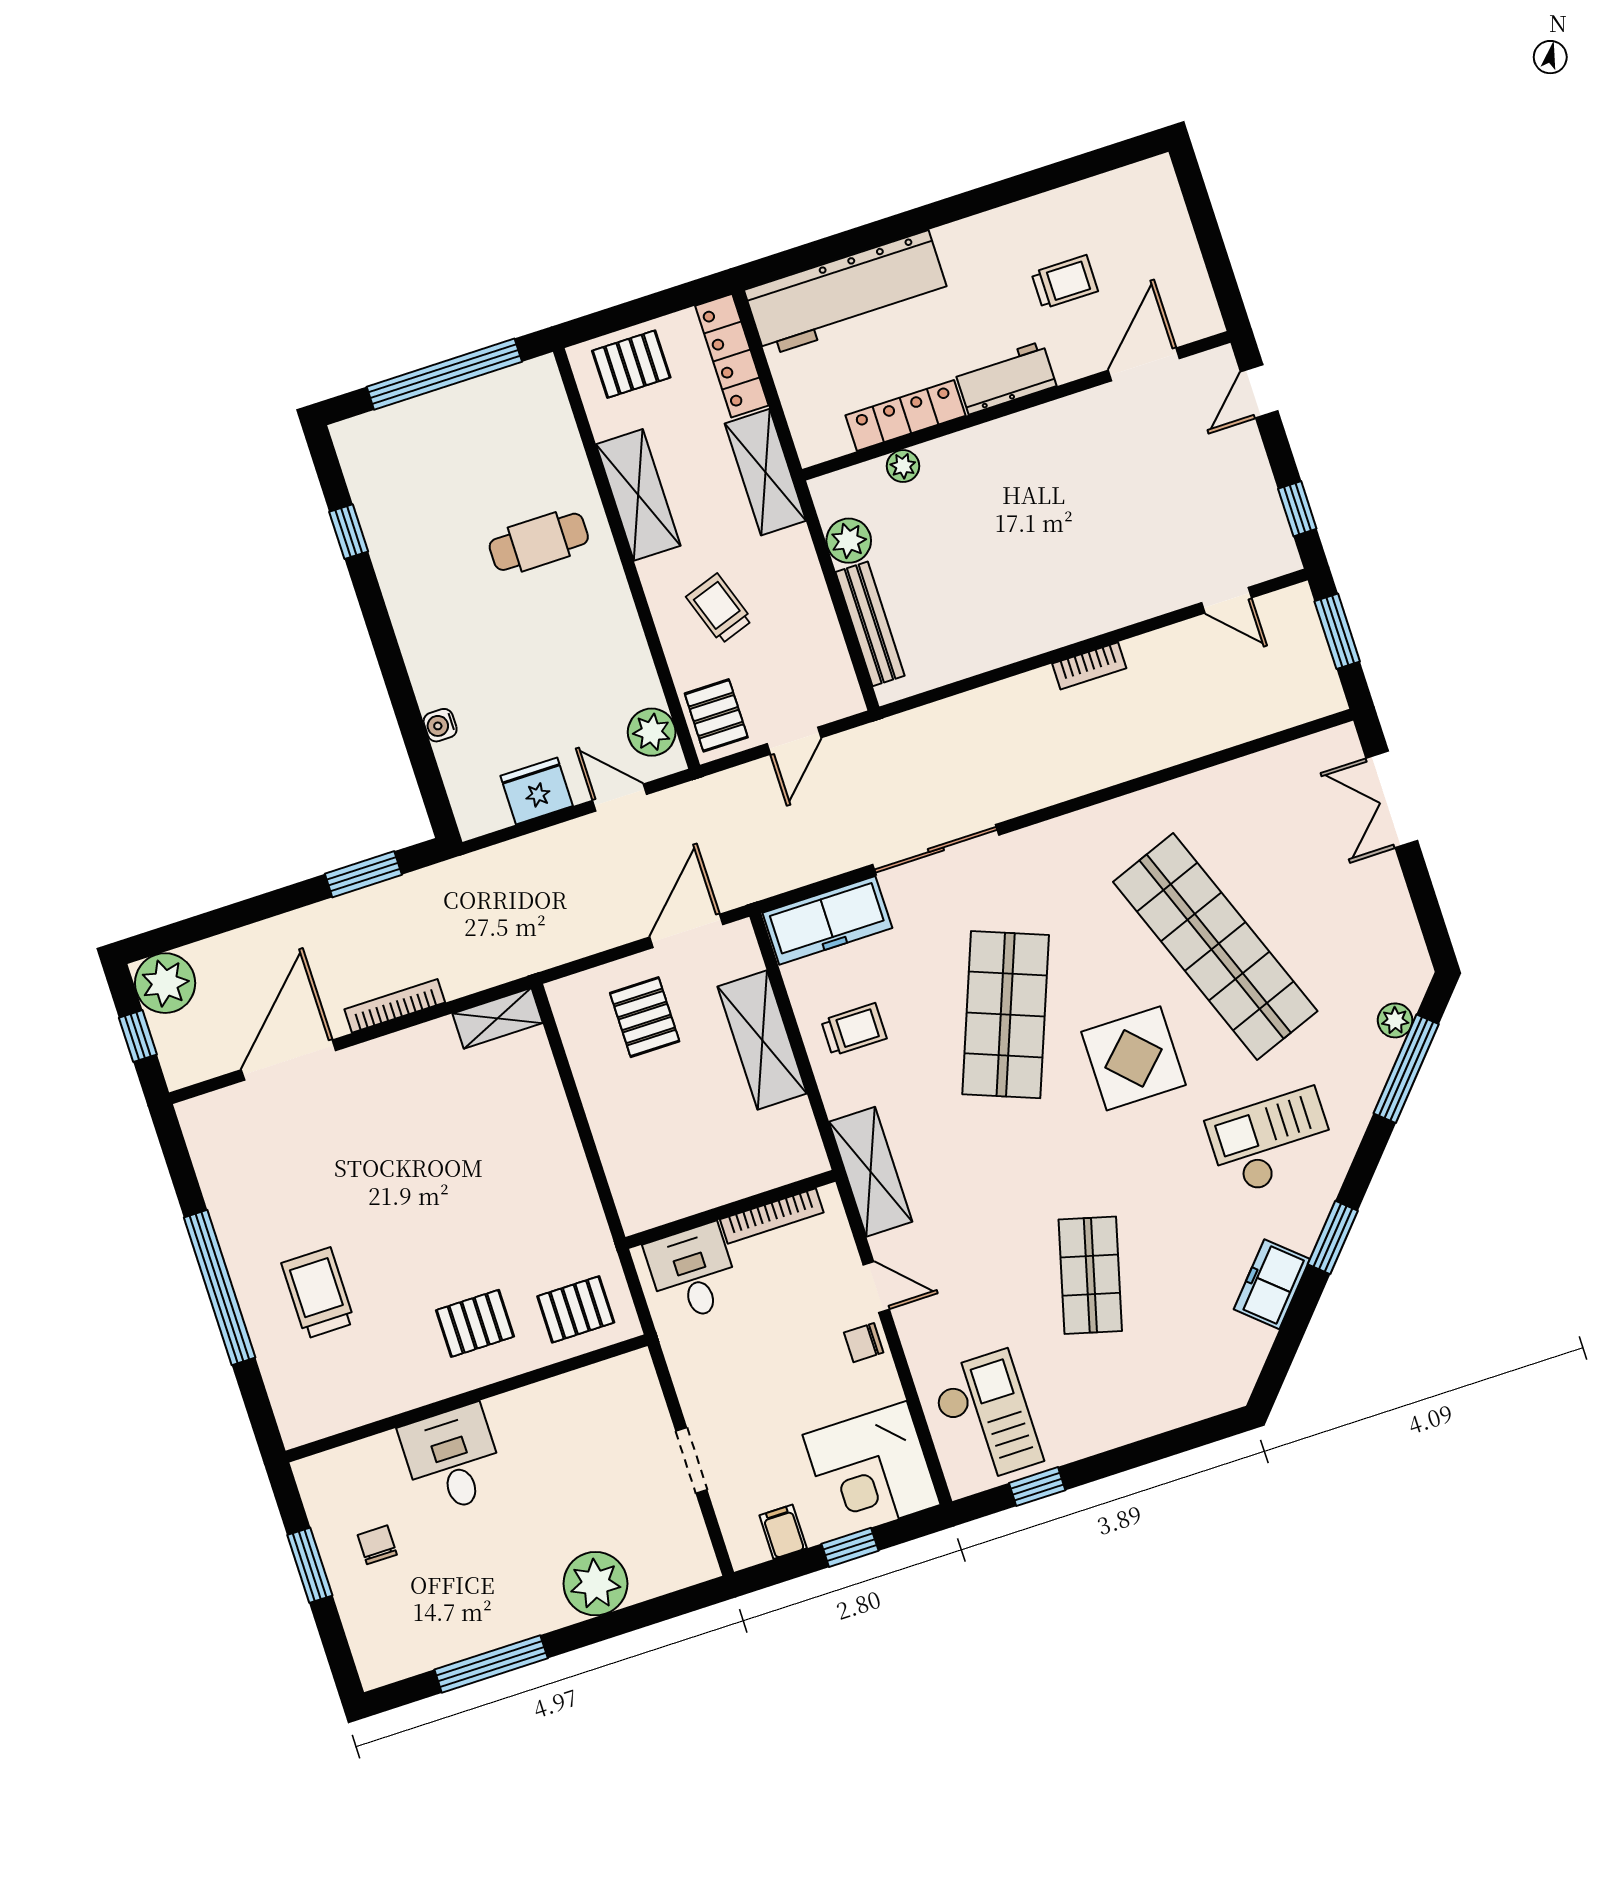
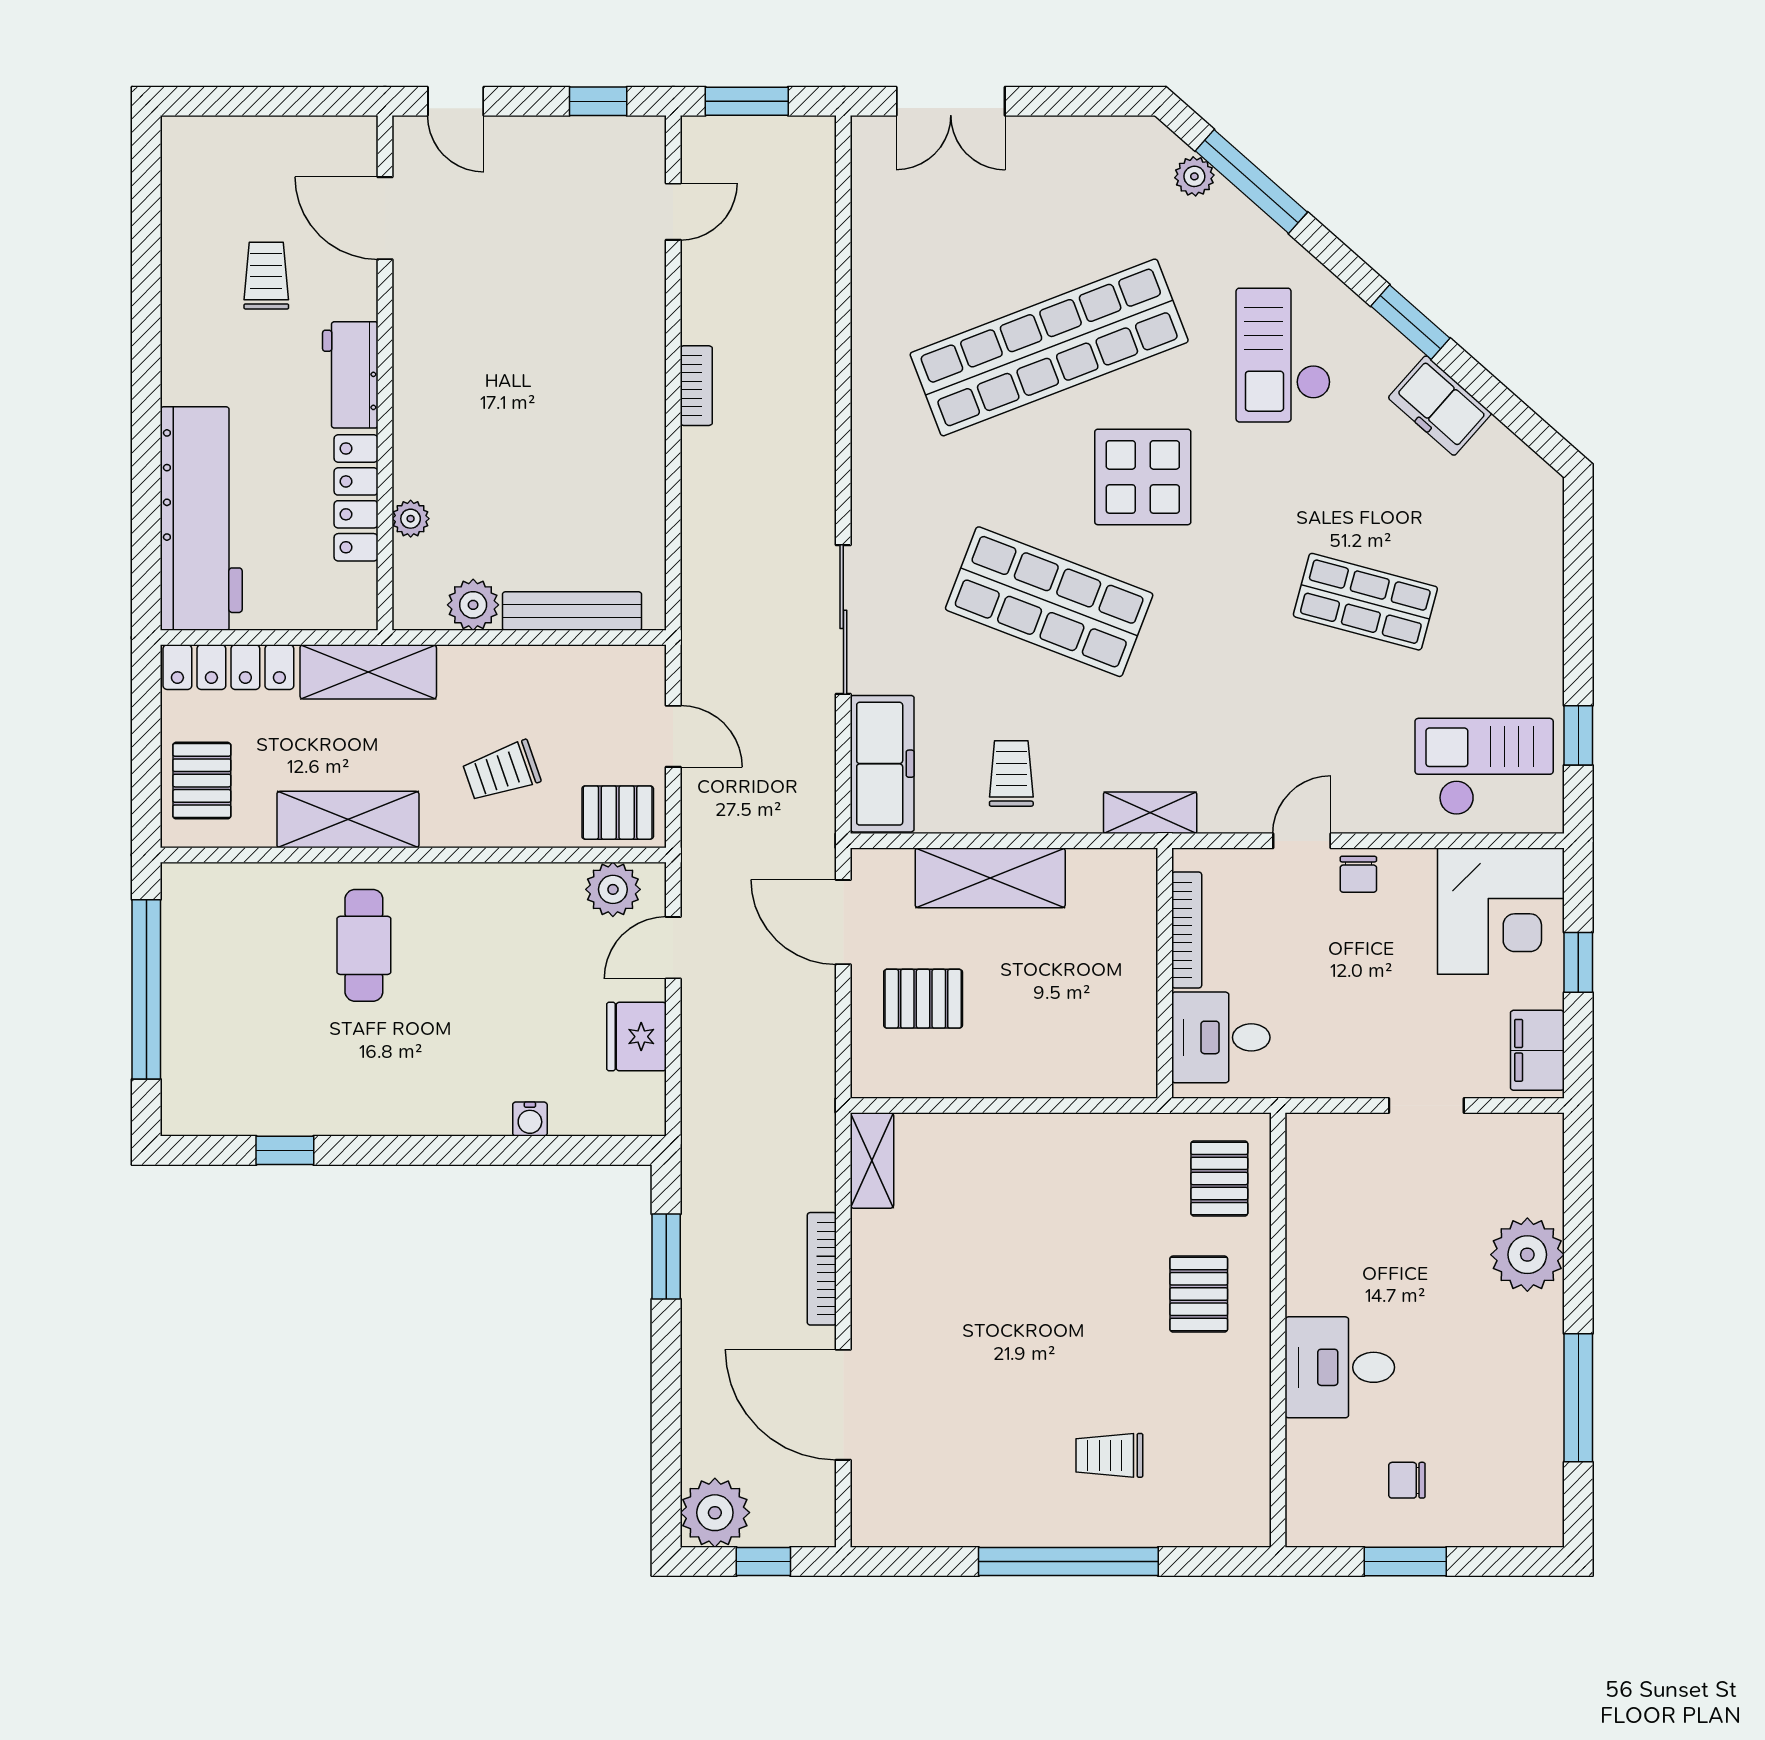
shelving: (871, 1172) -> (1150, 813), width x0.67, depth x0.75
trolley: (318, 1293) -> (1109, 1455), width x0.73, depth x0.72
filing cabinet: (783, 1532) -> (1537, 1050), width x2.00

